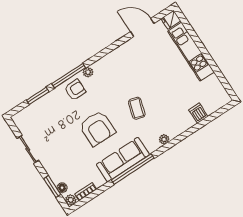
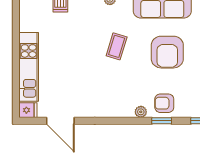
window: (69, 76) -> (162, 121), width x0.46
armchair: (97, 128) -> (167, 52), turned 180

